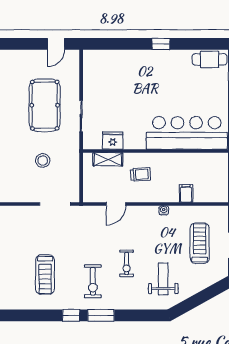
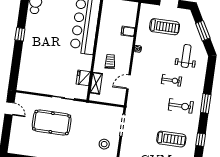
stool: (43, 161) -> (104, 144), moved
door: (116, 204) -> (128, 82), swing flipped
treadmill: (200, 243) -> (165, 27), turned 180
weight bench: (163, 279) -> (186, 56), turned 90
window: (202, 297) -> (203, 31), added
window: (71, 315) -> (201, 140), moved

